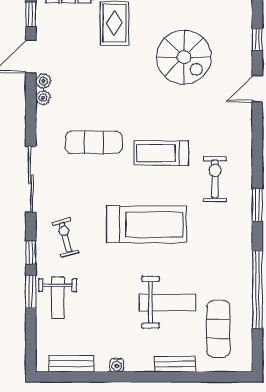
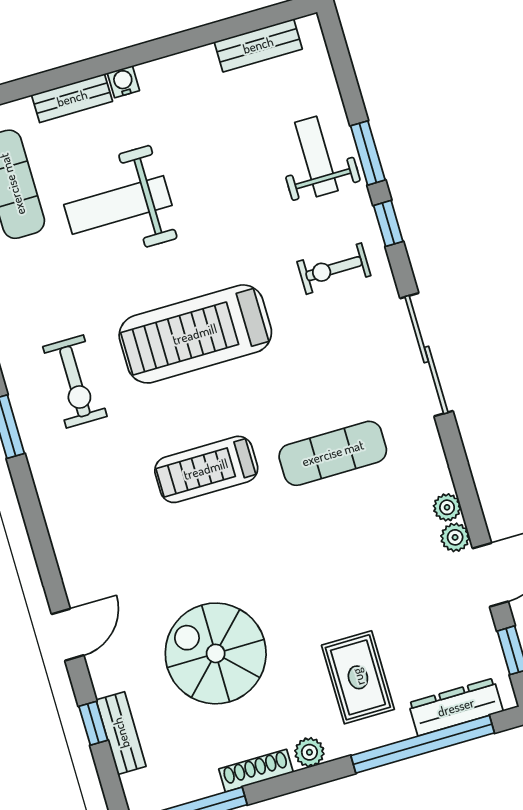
bench: (245, 30) -> (121, 733), added
treadmill: (161, 153) -> (206, 469), turned 180
exercise bike: (215, 179) -> (75, 382), moved
exercise bike: (66, 237) -> (334, 269), turned 105
water cooler: (117, 365) -> (123, 82), moved

